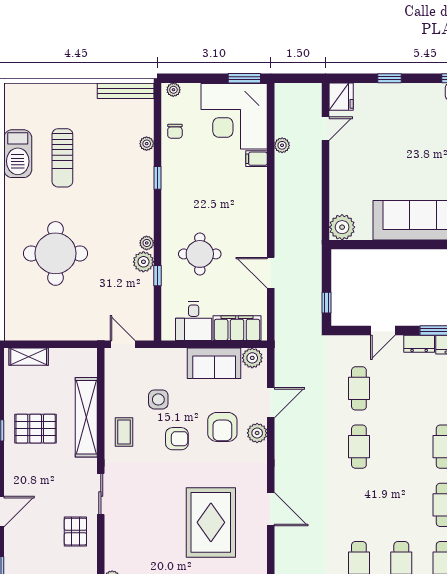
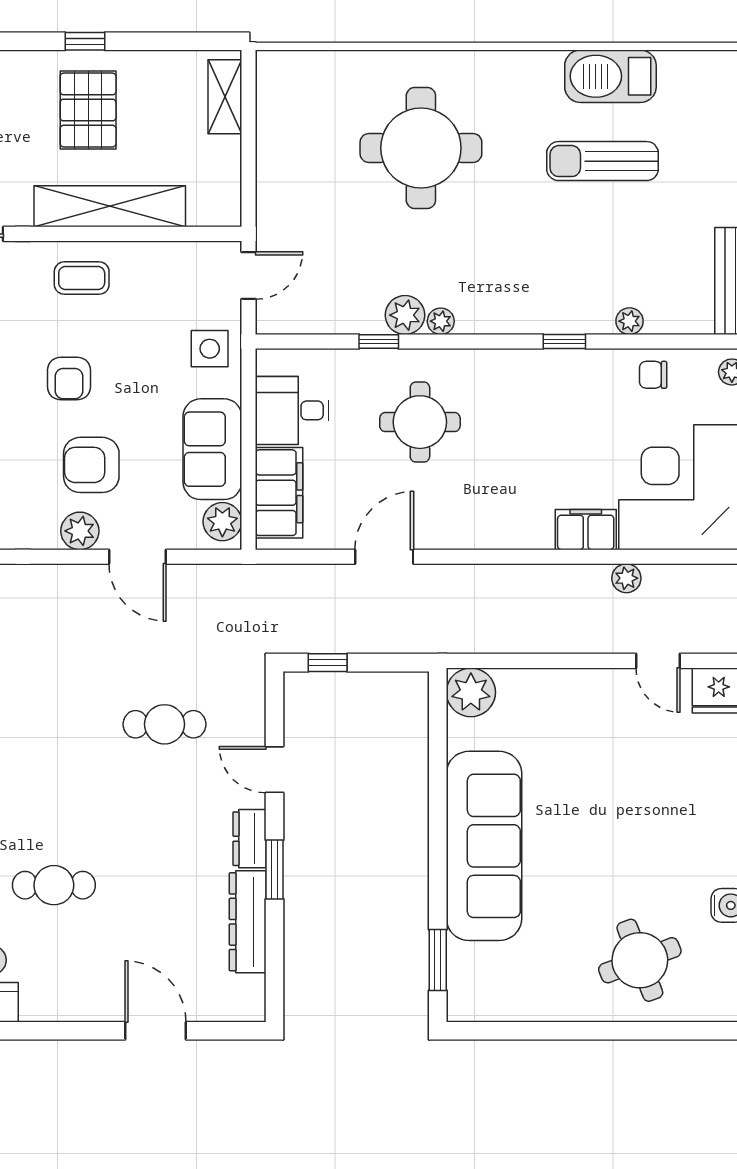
filing cabinet: (256, 159) -> (586, 530), width x2.00
side table: (158, 399) -> (210, 349), moved
cafe table: (359, 447) -> (54, 724), removed

